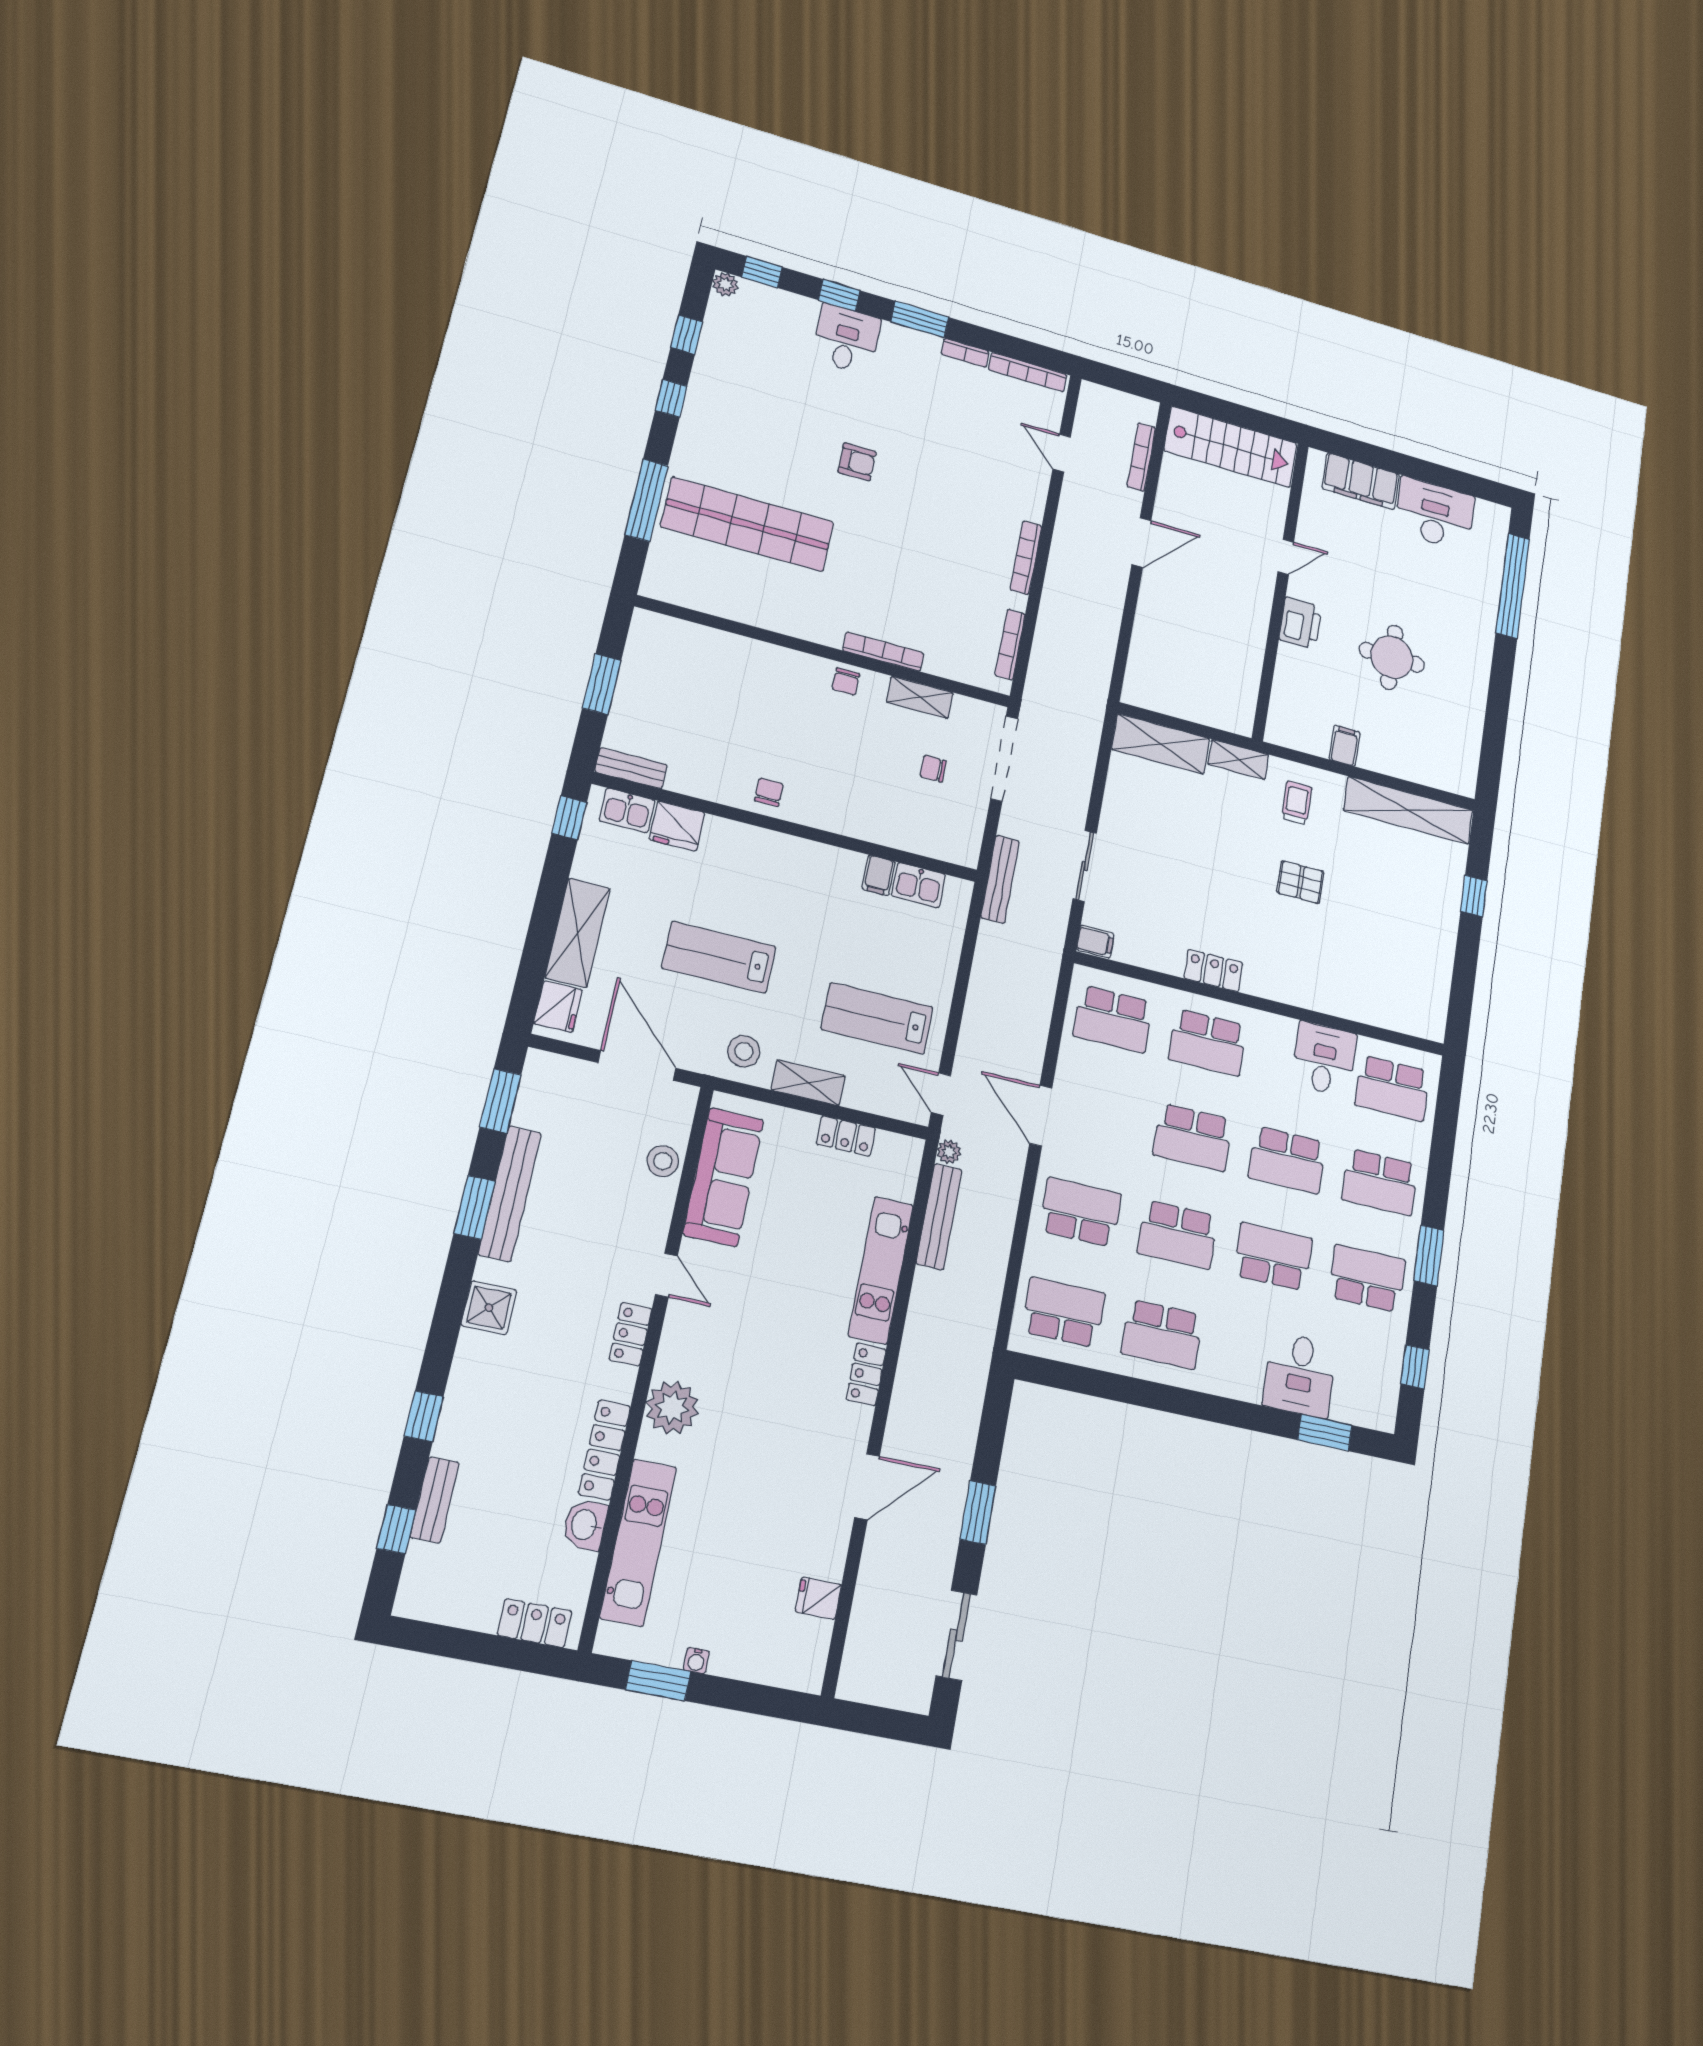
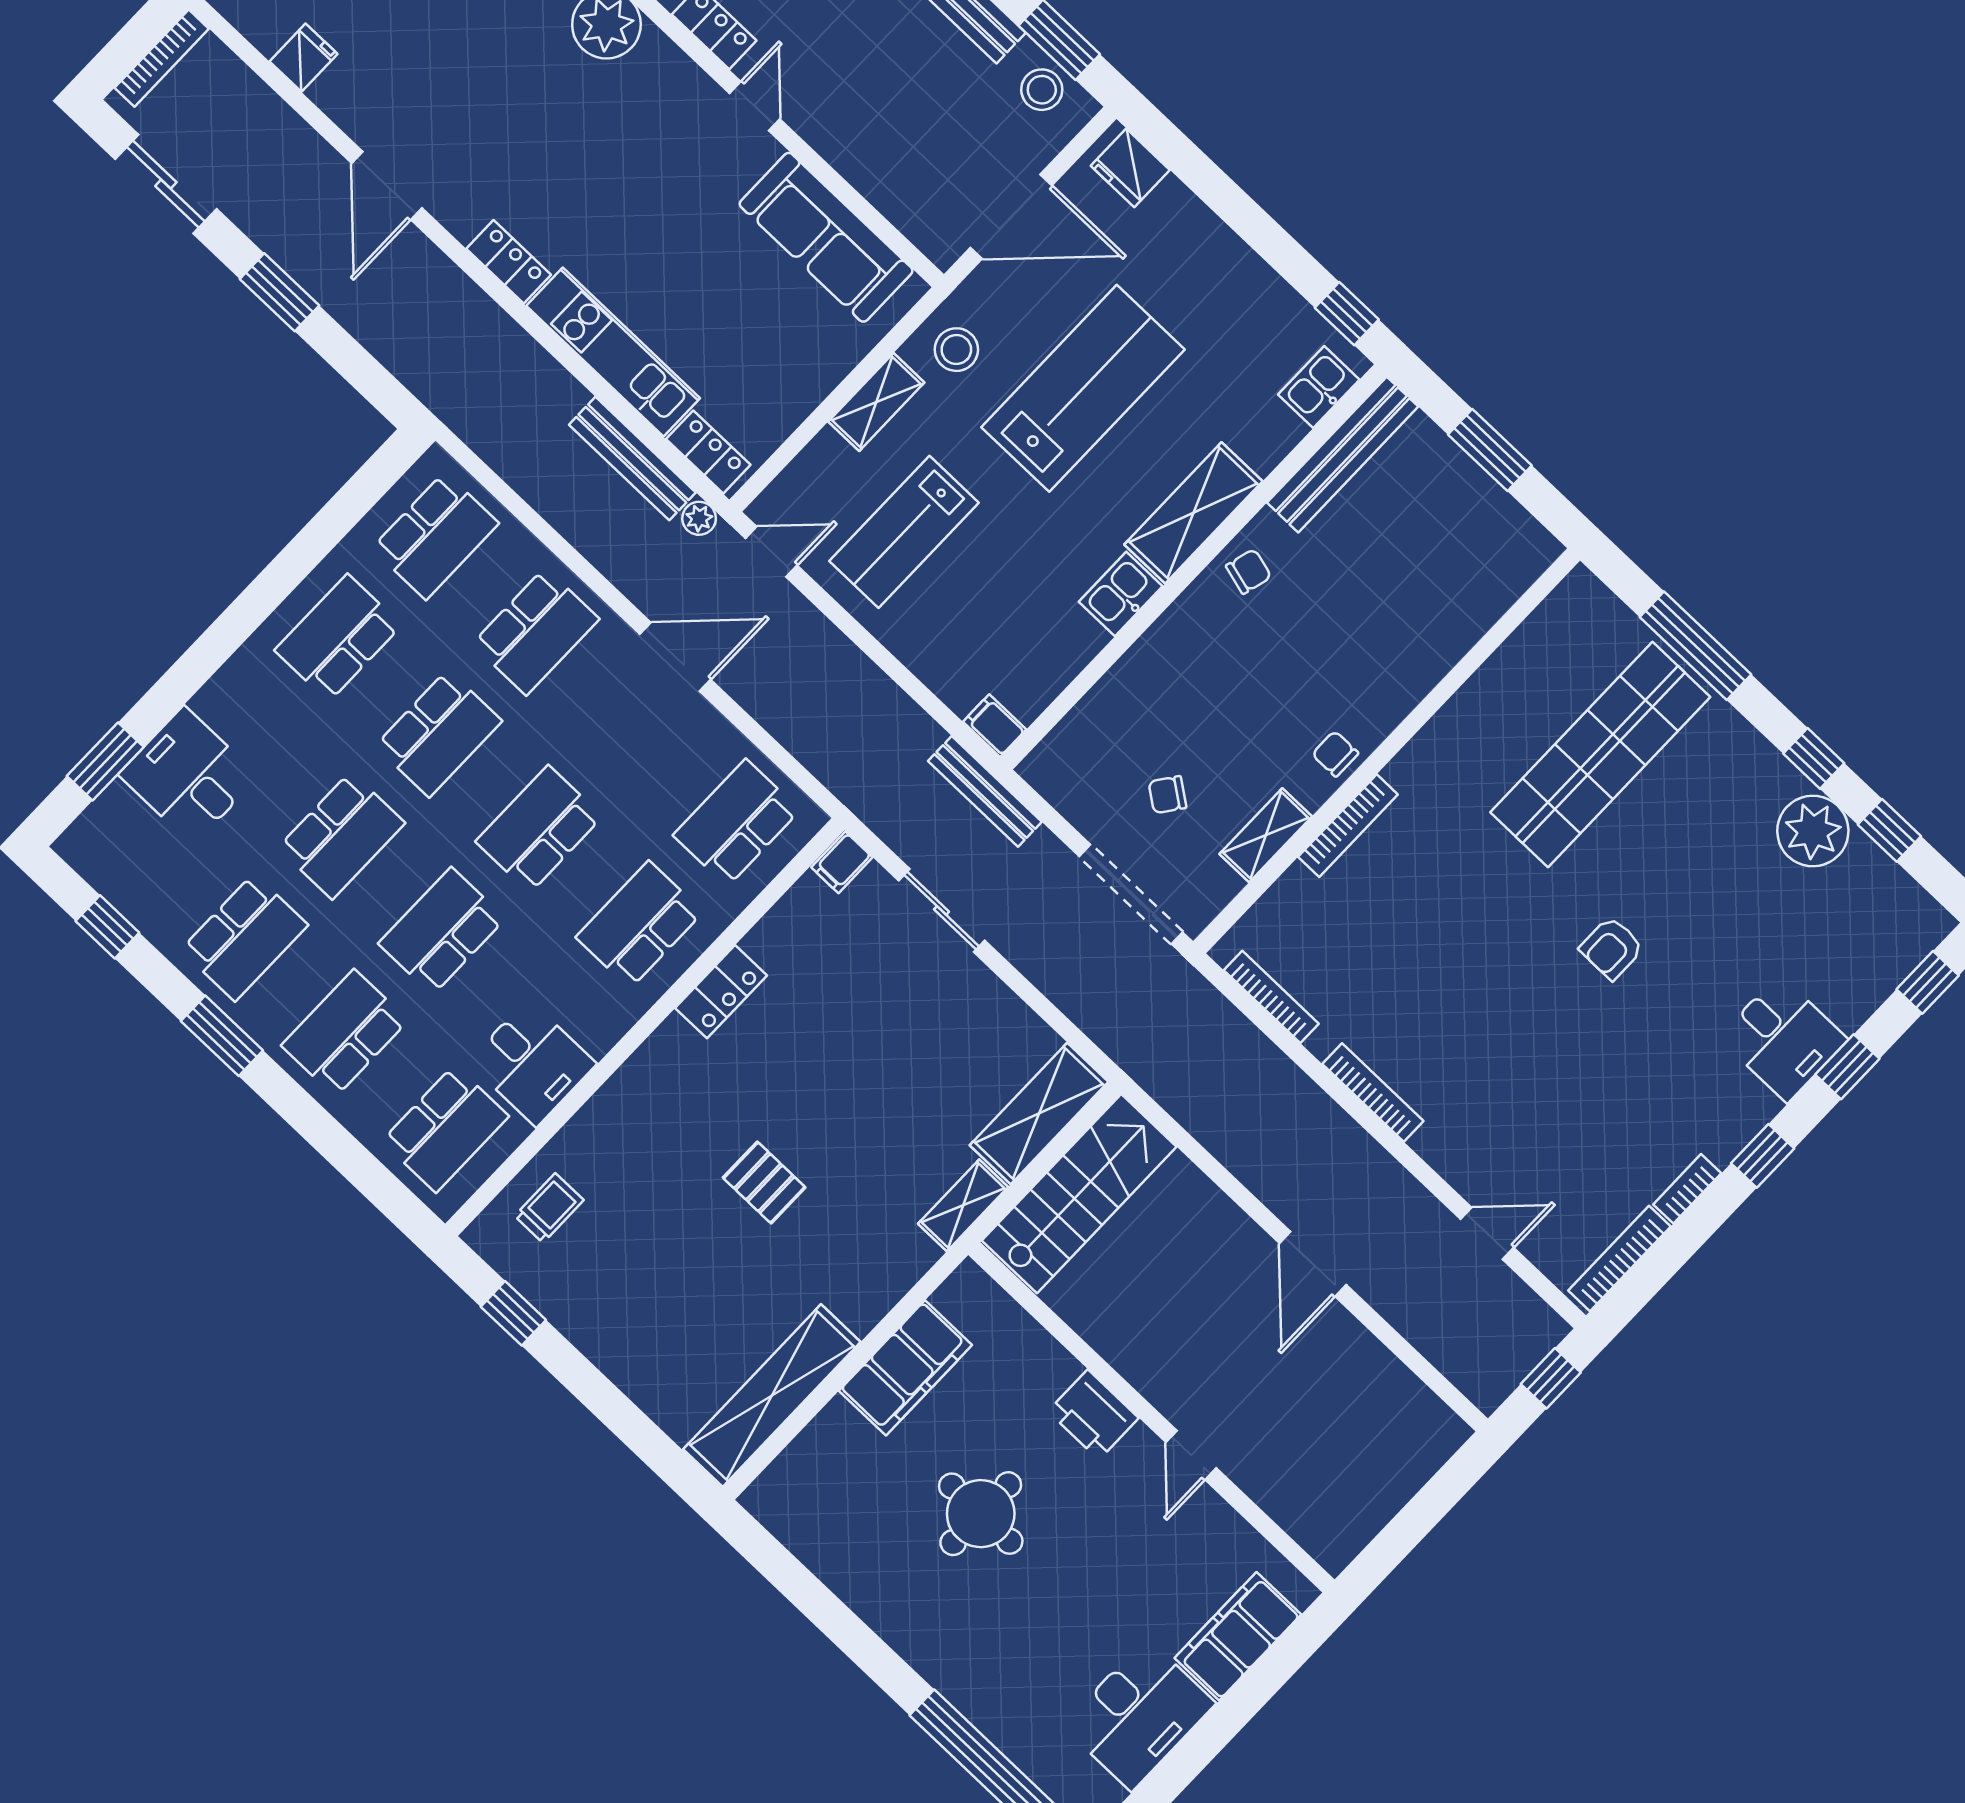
plant: (725, 284) -> (1813, 831), moved, width x1.88, depth x1.88
window: (920, 319) -> (1763, 1156), width x0.67
window: (1116, 378) -> (1551, 1378), added
stairs: (1231, 447) -> (1079, 1194), moved, turned 180
bookcase: (1141, 457) -> (162, 58), moved, turned 90
filing cabinet: (1345, 746) -> (905, 1368), width x3.00, depth x1.17
bench: (631, 768) -> (1343, 455), width x1.86, depth x1.21
chair: (933, 769) -> (1167, 795), turned -144
chair: (769, 792) -> (1249, 571), turned -75
trolley: (1297, 803) -> (549, 1208), moved, turned -90
fridge: (677, 826) -> (1267, 435), removed
filing cabinet: (879, 875) -> (995, 726), moved
pallet: (1300, 882) -> (764, 1183), turned 90
kitchen sink: (919, 885) -> (1121, 594), moved
window: (1474, 896) -> (513, 1313), moved
shelving: (578, 933) -> (1193, 513), moved, turned 90
lab bench: (719, 957) -> (1083, 388), width x1.36, depth x1.39
lab bench: (877, 1018) -> (904, 532), turned 180
school desk: (1392, 1088) -> (445, 1129), turned 180
locker: (846, 1136) -> (708, 452), moved, turned 90
stool: (663, 1161) -> (1042, 90), moved
school desk: (1178, 1235) -> (439, 733), turned 180
door: (666, 1275) -> (755, 106), swing flipped

